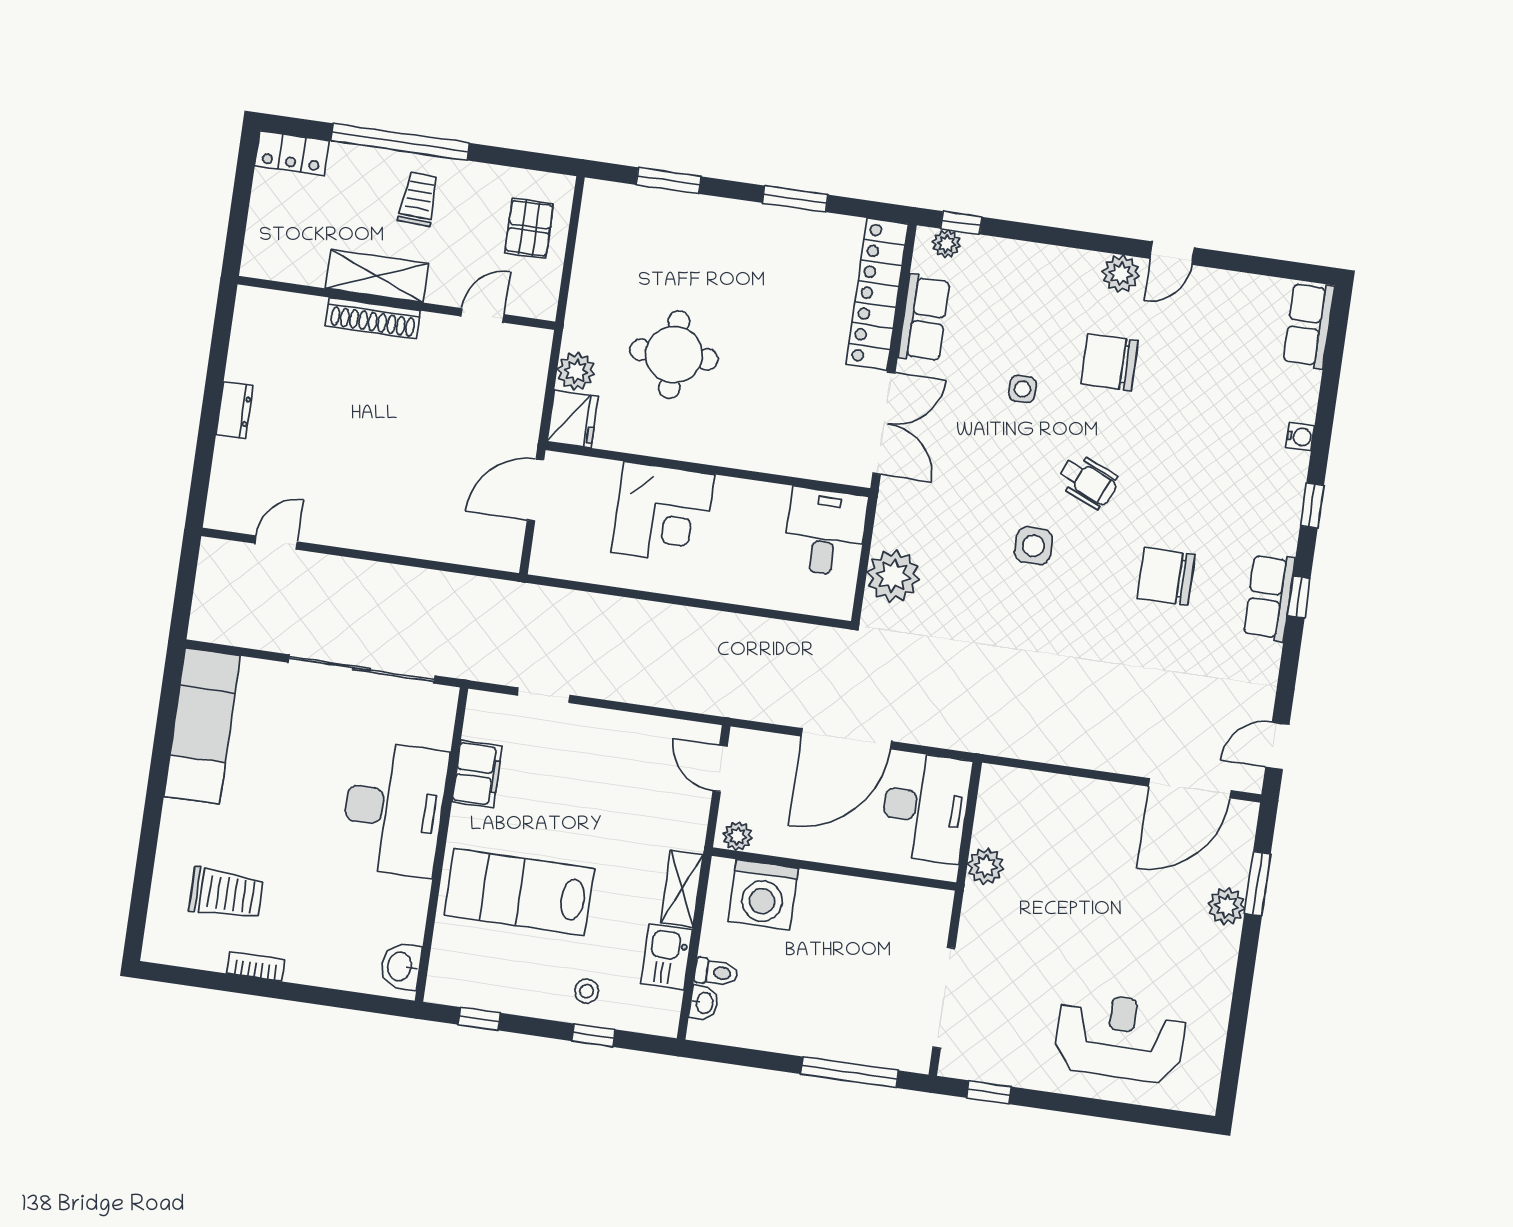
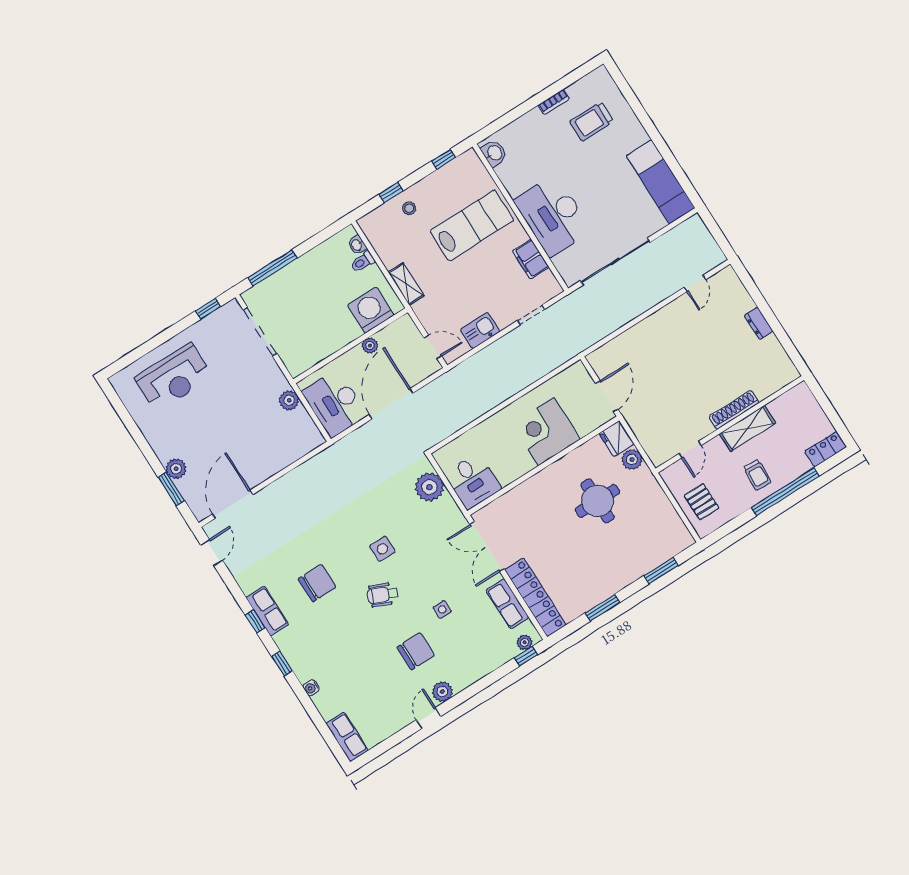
plant: (737, 836) -> (370, 345), moved
kitchen sink: (666, 957) -> (480, 331), moved, turned -90

